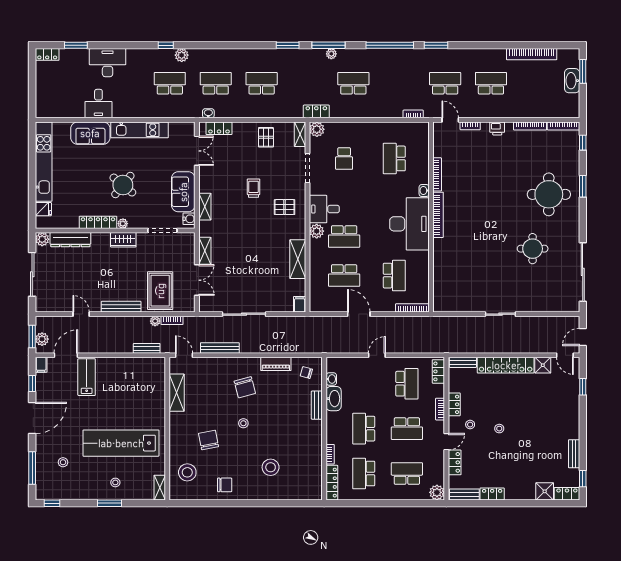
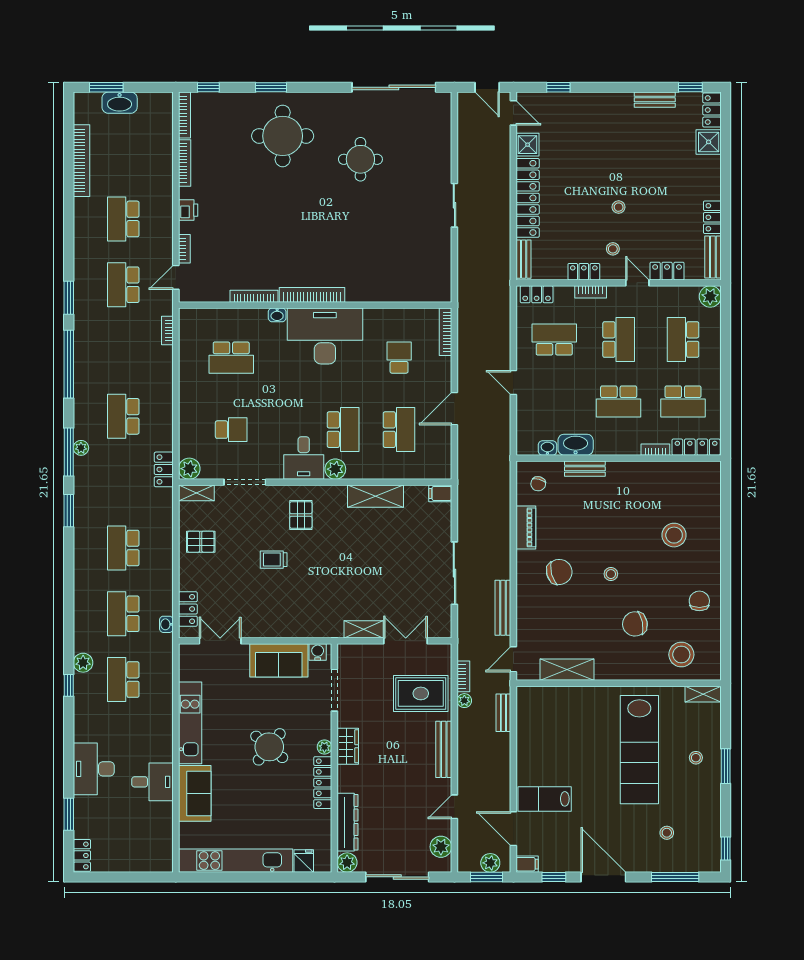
shelving: (205, 207) -> (300, 629), removed
school desk: (394, 276) -> (399, 358), width x0.54
plant: (53, 305) -> (441, 847), added
door: (565, 355) -> (513, 113), hinge flipped

